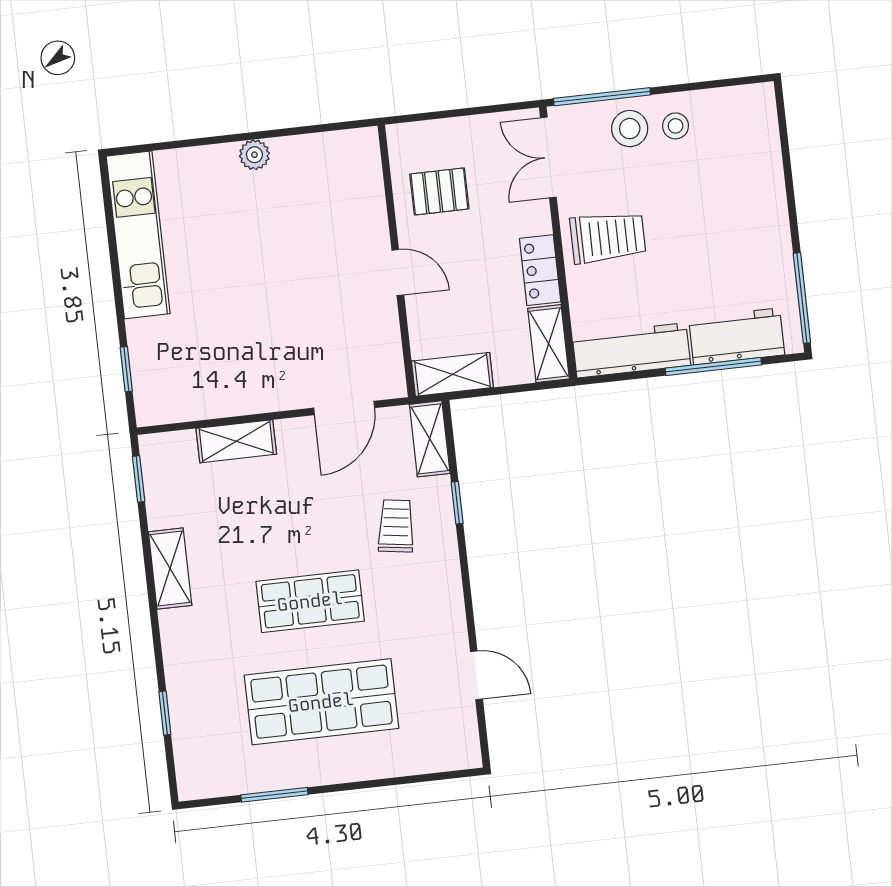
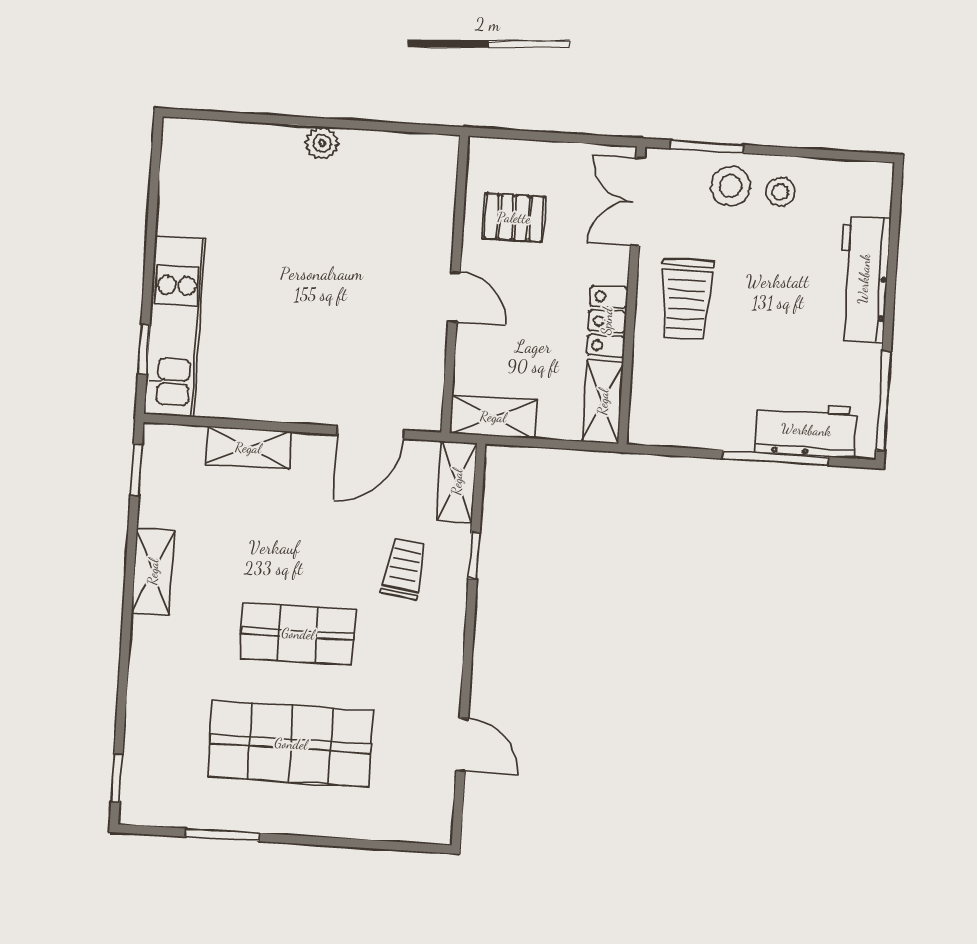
window: (602, 97) -> (707, 147), width x0.69
kitchen unit: (138, 235) -> (175, 326), moved
trolley: (608, 237) -> (686, 299), turned 90
workbench: (631, 350) -> (864, 279), moved, turned -90
window: (165, 713) -> (117, 778), moved

